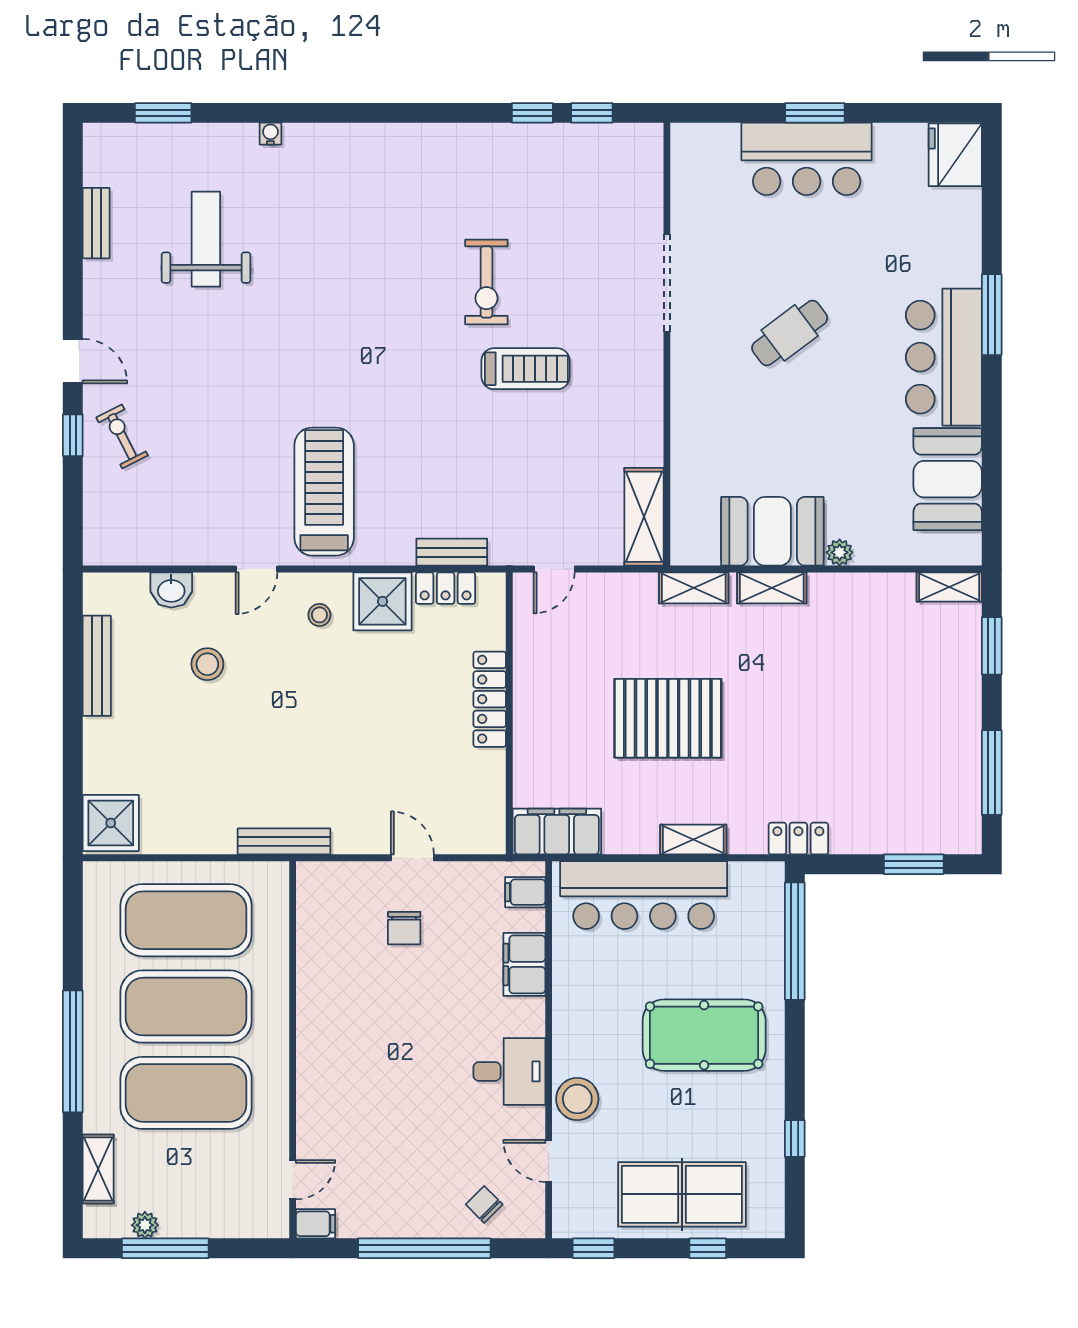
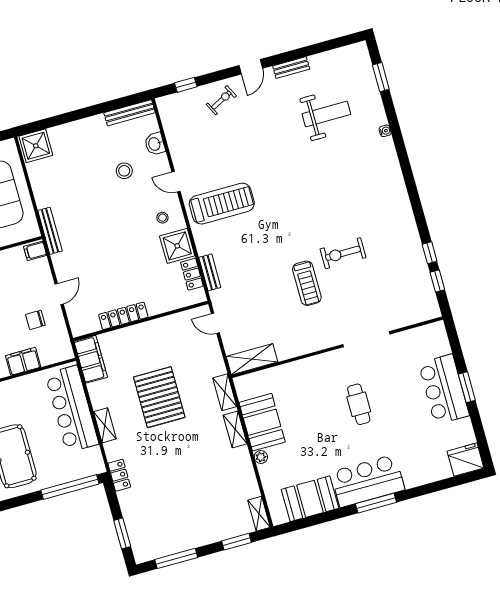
bench: (96, 223) -> (291, 68), moved
window: (992, 315) -> (376, 503), moved
cafe table: (790, 333) -> (359, 404), turned 37
window: (73, 435) -> (186, 85), moved
bench: (97, 666) -> (129, 113), moved
locker: (490, 699) -> (123, 316), moved
filing cabinet: (525, 892) -> (35, 251), moved, turned -90
chair: (404, 928) -> (35, 320), moved

